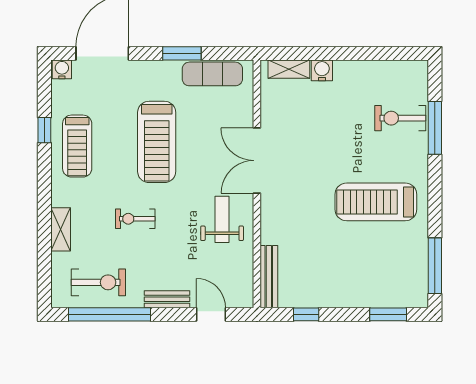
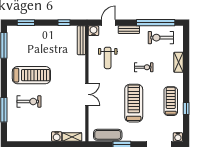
exercise bike: (400, 118) -> (29, 101), moved
double door: (257, 161) -> (87, 94), width x0.73
weight bench: (222, 219) -> (108, 58), moved
water cooler: (243, 297) -> (93, 31), added
door: (211, 314) -> (108, 23), swing flipped

